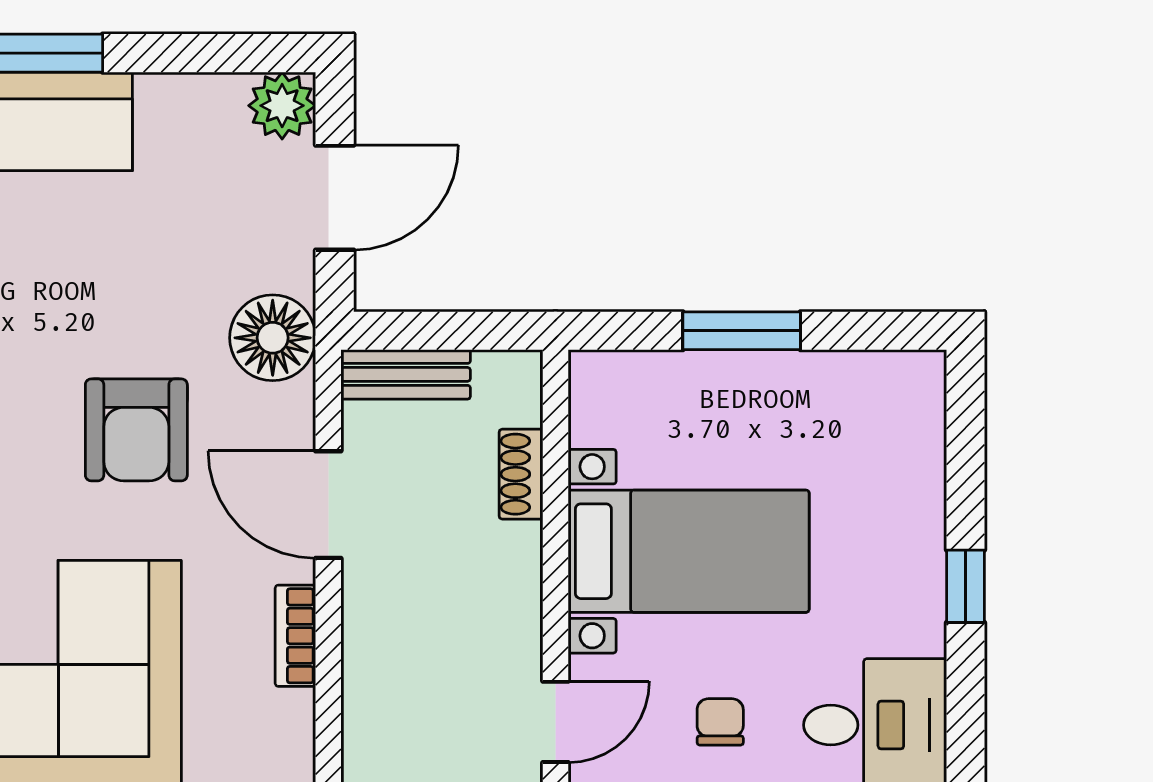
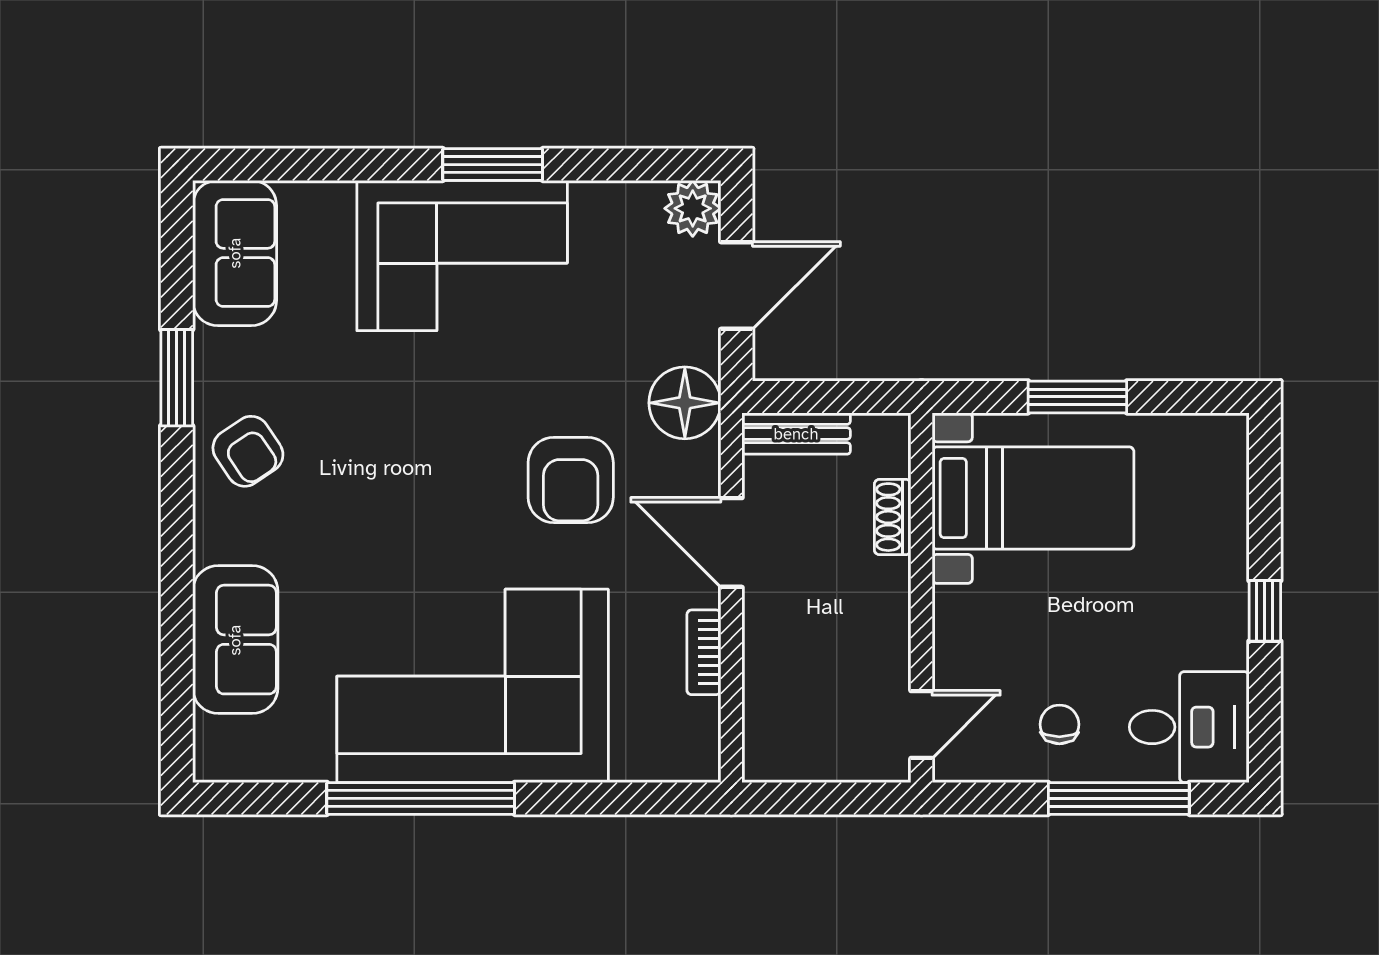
bed with nightstands: (689, 551) -> (1033, 498), moved

